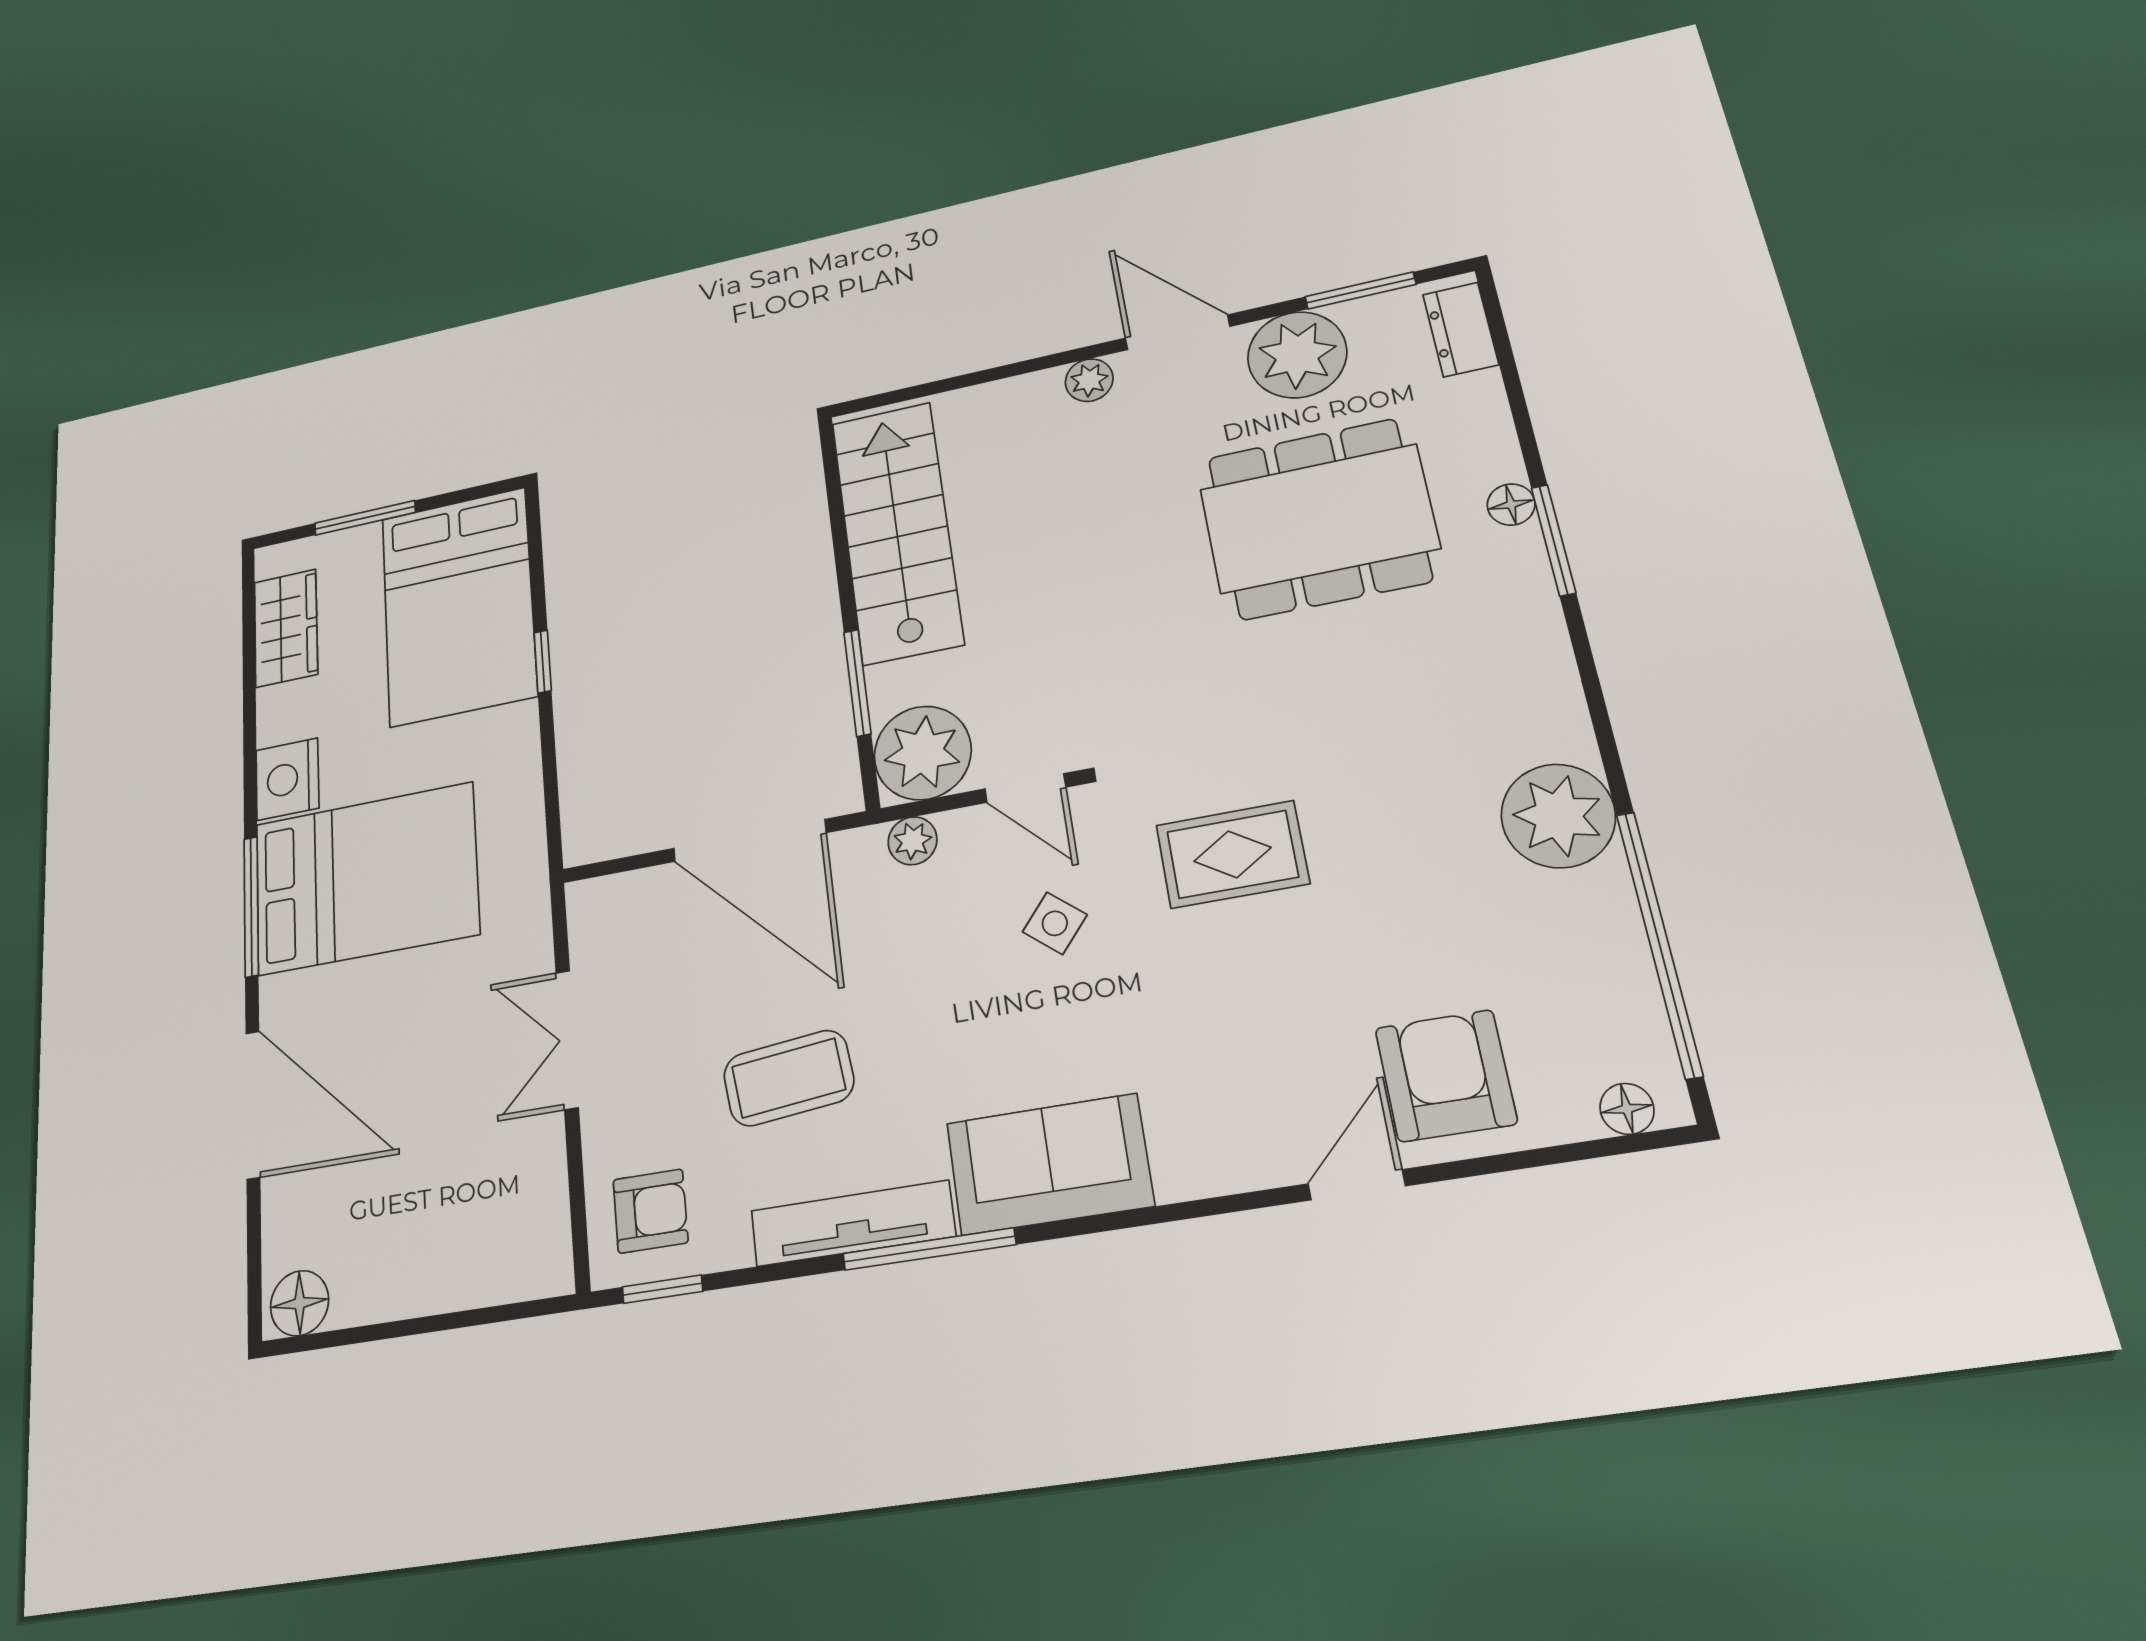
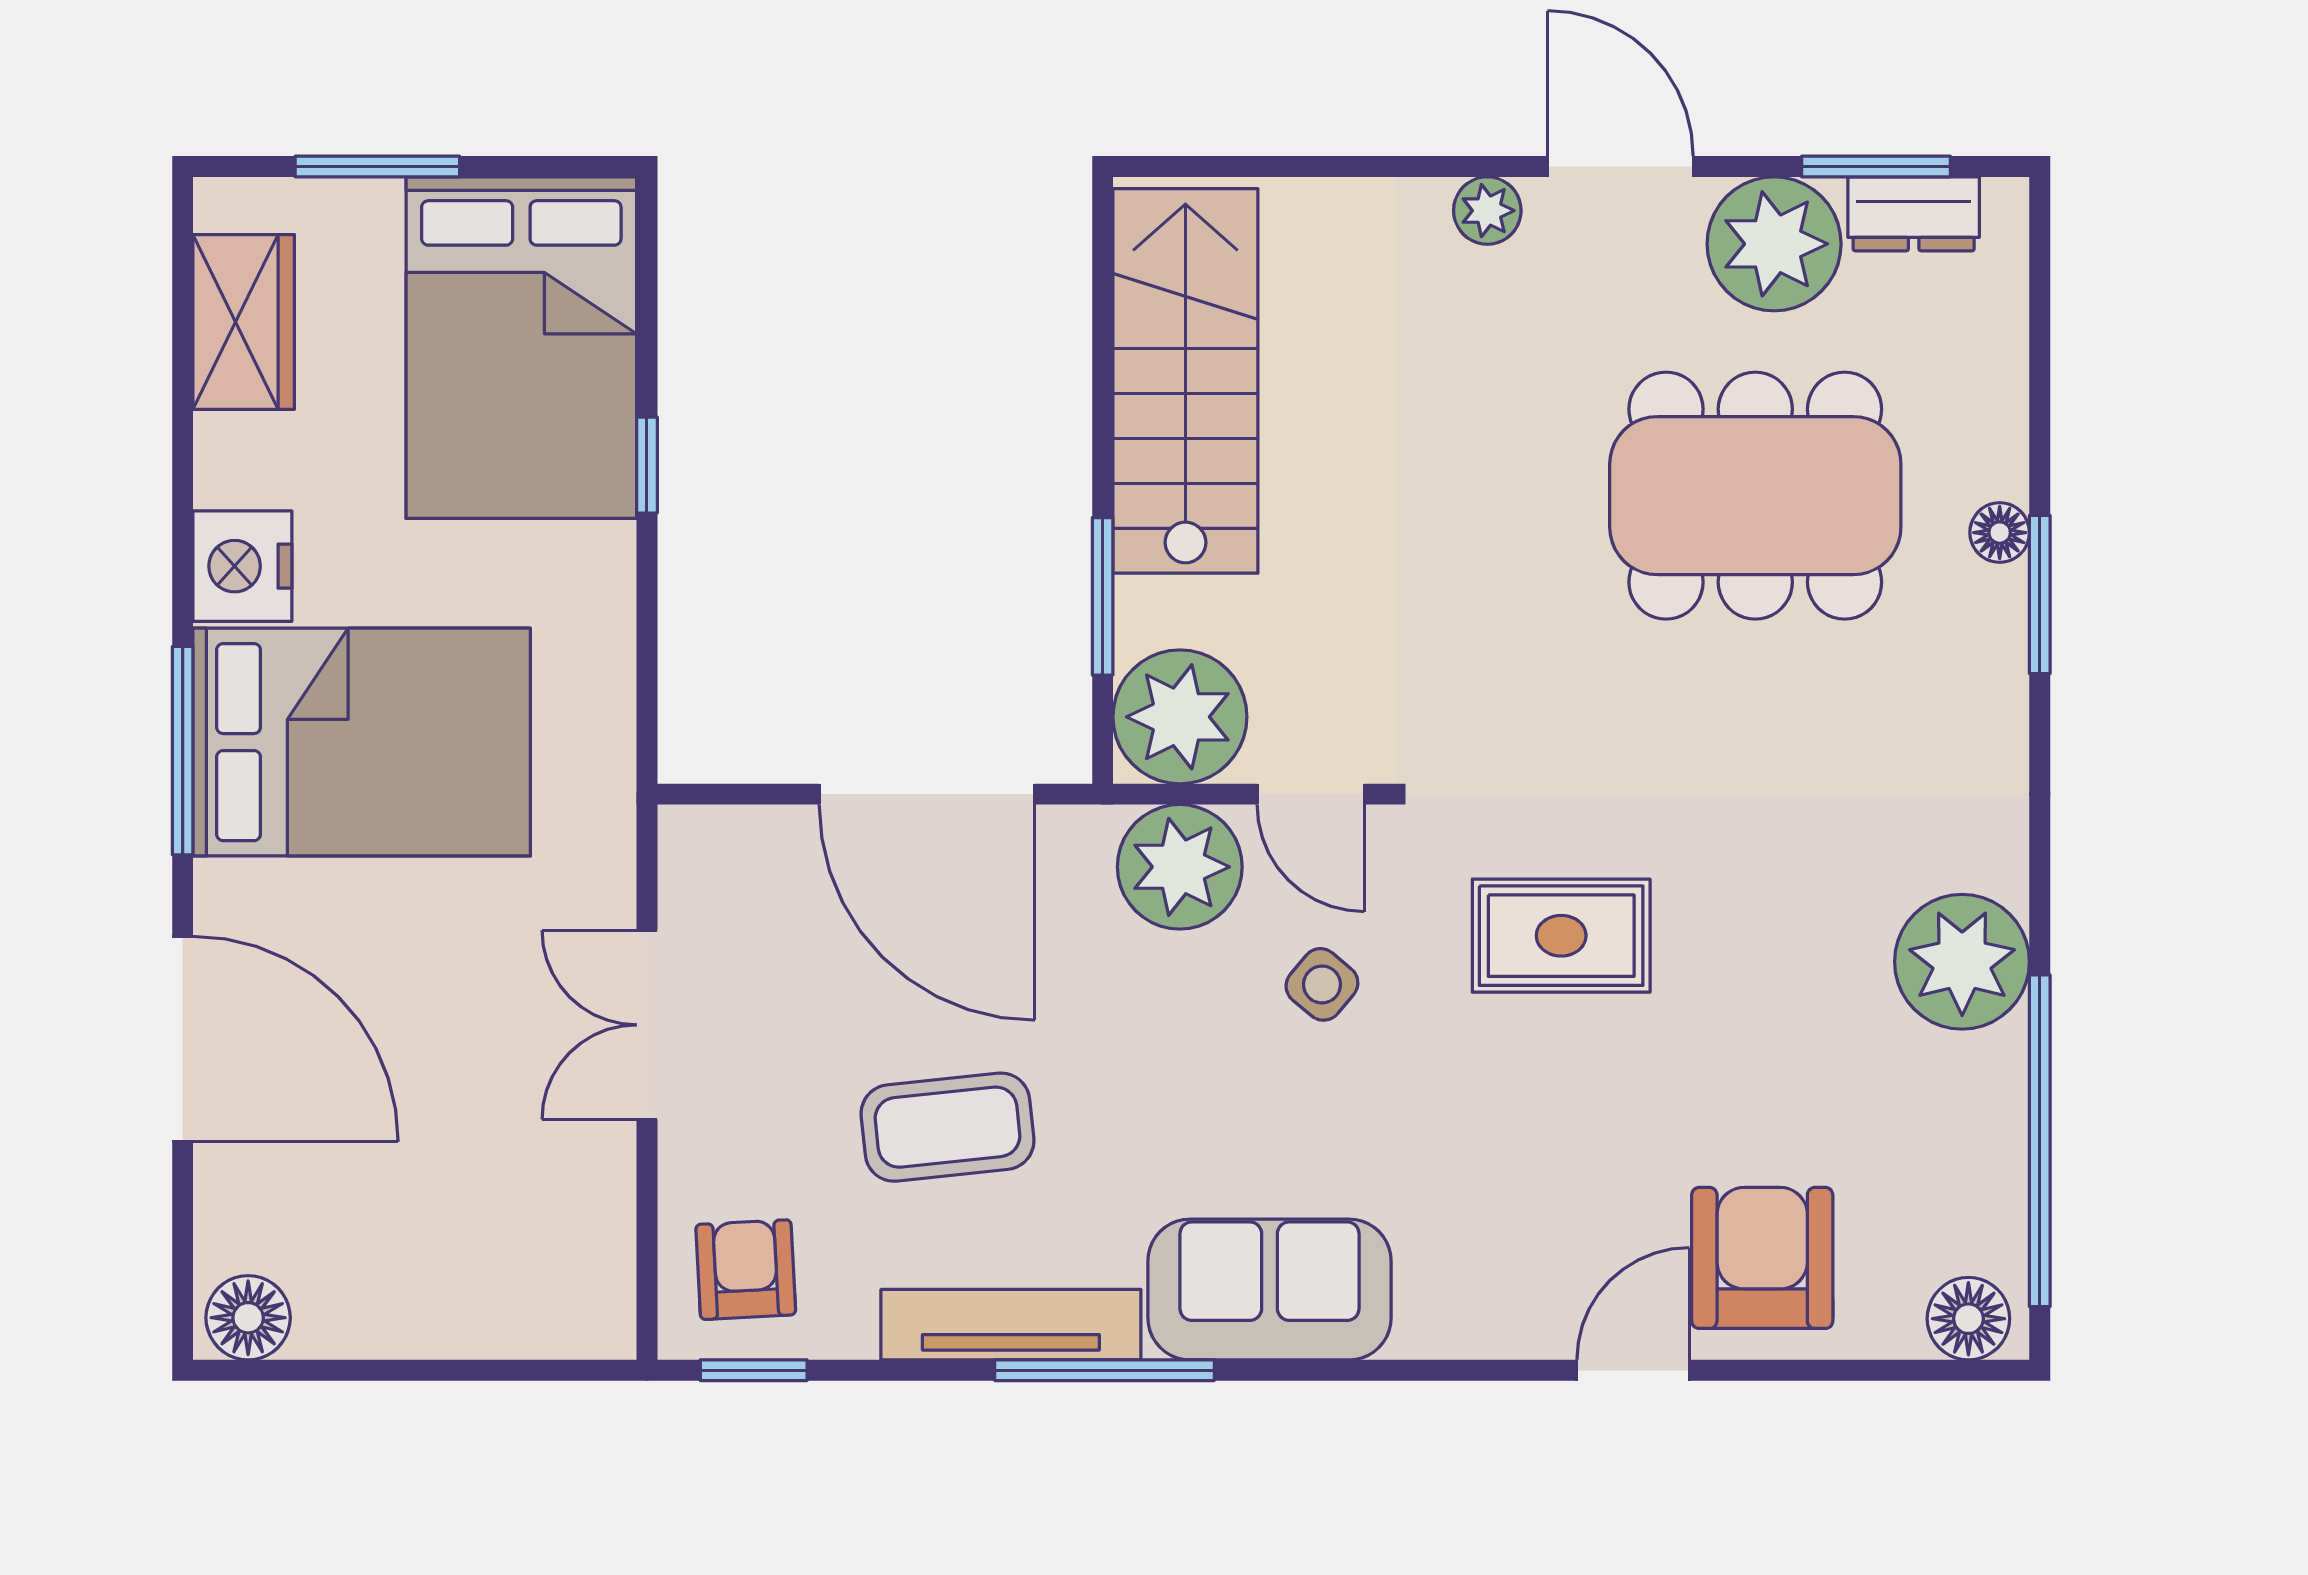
dresser: (1461, 330) -> (1914, 214), moved, turned -90
plant: (913, 841) -> (1180, 867), width x1.87, depth x1.87
floor lamp: (1627, 1109) -> (1968, 1319), width x1.37, depth x1.37
armchair: (650, 1211) -> (746, 1270), turned -93

